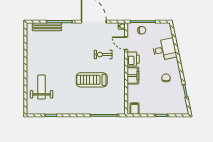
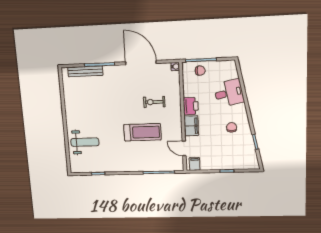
door: (126, 43) -> (184, 148), moved
treadmill: (92, 80) -> (142, 132), turned 180
weight bench: (42, 87) -> (85, 142), turned 90

